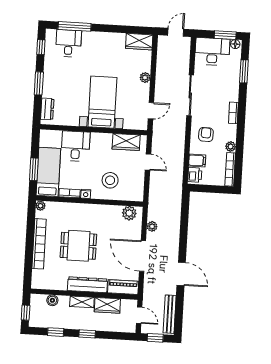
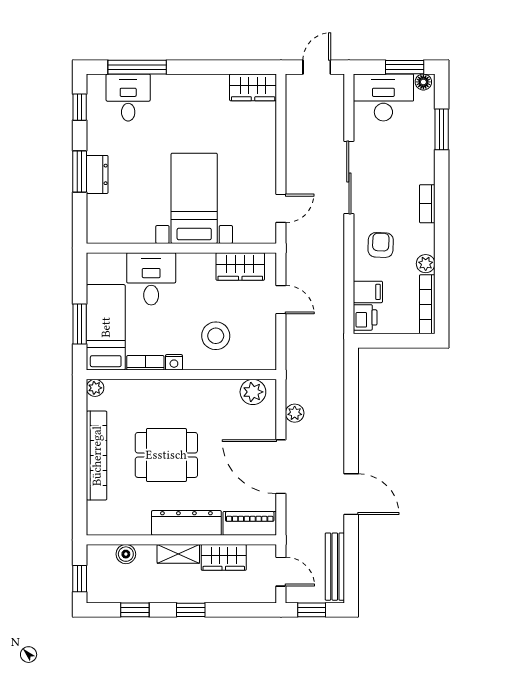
plant: (145, 78) -> (267, 150), removed
dresser: (47, 109) -> (97, 174), moved

